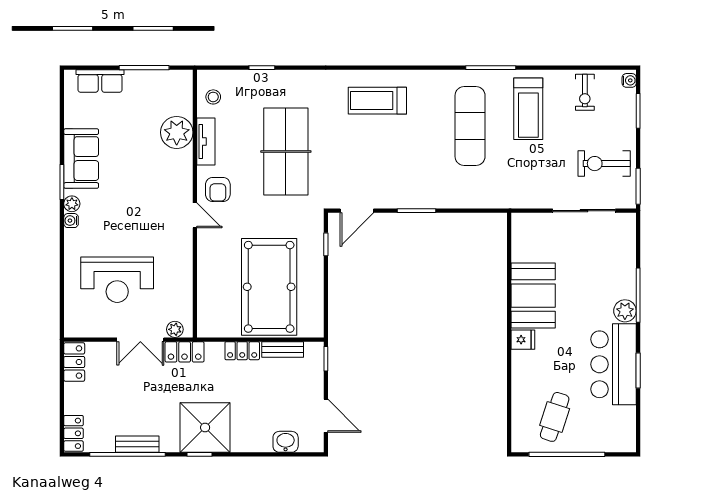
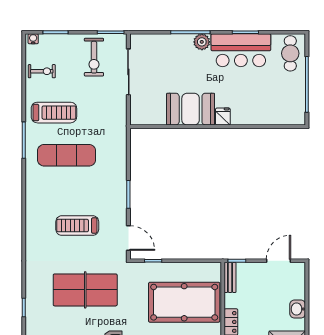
treadmill: (377, 101) -> (77, 226), moved, turned 90
bench: (283, 350) -> (230, 277), moved
cafe table: (555, 417) -> (290, 53), moved, turned 72
washbasin: (286, 442) -> (298, 309), moved

